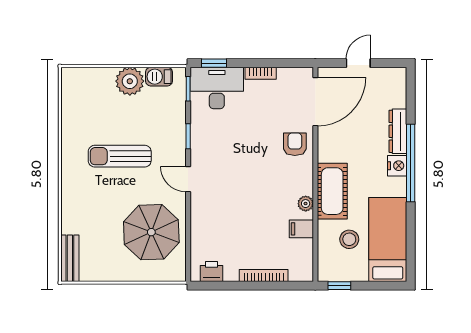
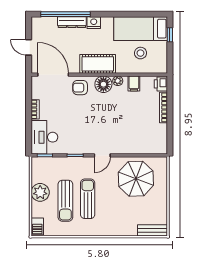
window: (214, 63) -> (29, 139), removed
barbecue: (159, 77) -> (37, 226), moved
sun lounger: (117, 121) -> (65, 201), added
sun lounger: (120, 156) -> (88, 199), turned 180
window: (411, 163) -> (65, 14), moved
floor lamp: (300, 181) -> (103, 84), added
cot: (332, 191) -> (98, 64), moved
printer: (212, 272) -> (161, 84), moved
window: (339, 286) -> (170, 35), moved

